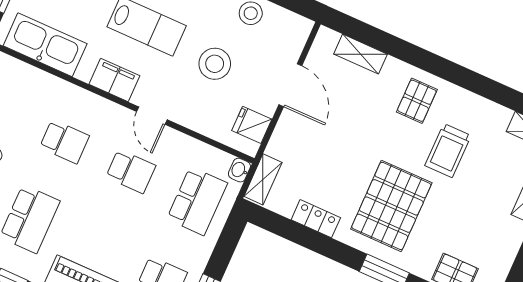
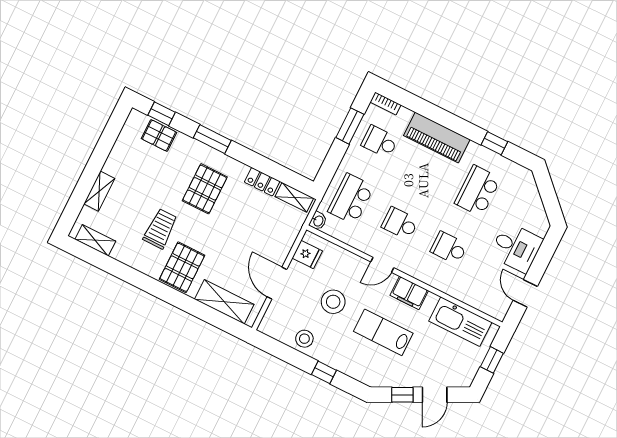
shelving: (360, 54) -> (224, 302), width x1.50, depth x1.33
pallet: (417, 101) -> (182, 267), width x1.50, depth x1.42
door: (152, 116) -> (382, 265), swing flipped
shelving: (263, 179) -> (294, 197), moved, turned 90
pallet: (391, 206) -> (205, 189), width x0.73, depth x0.71

